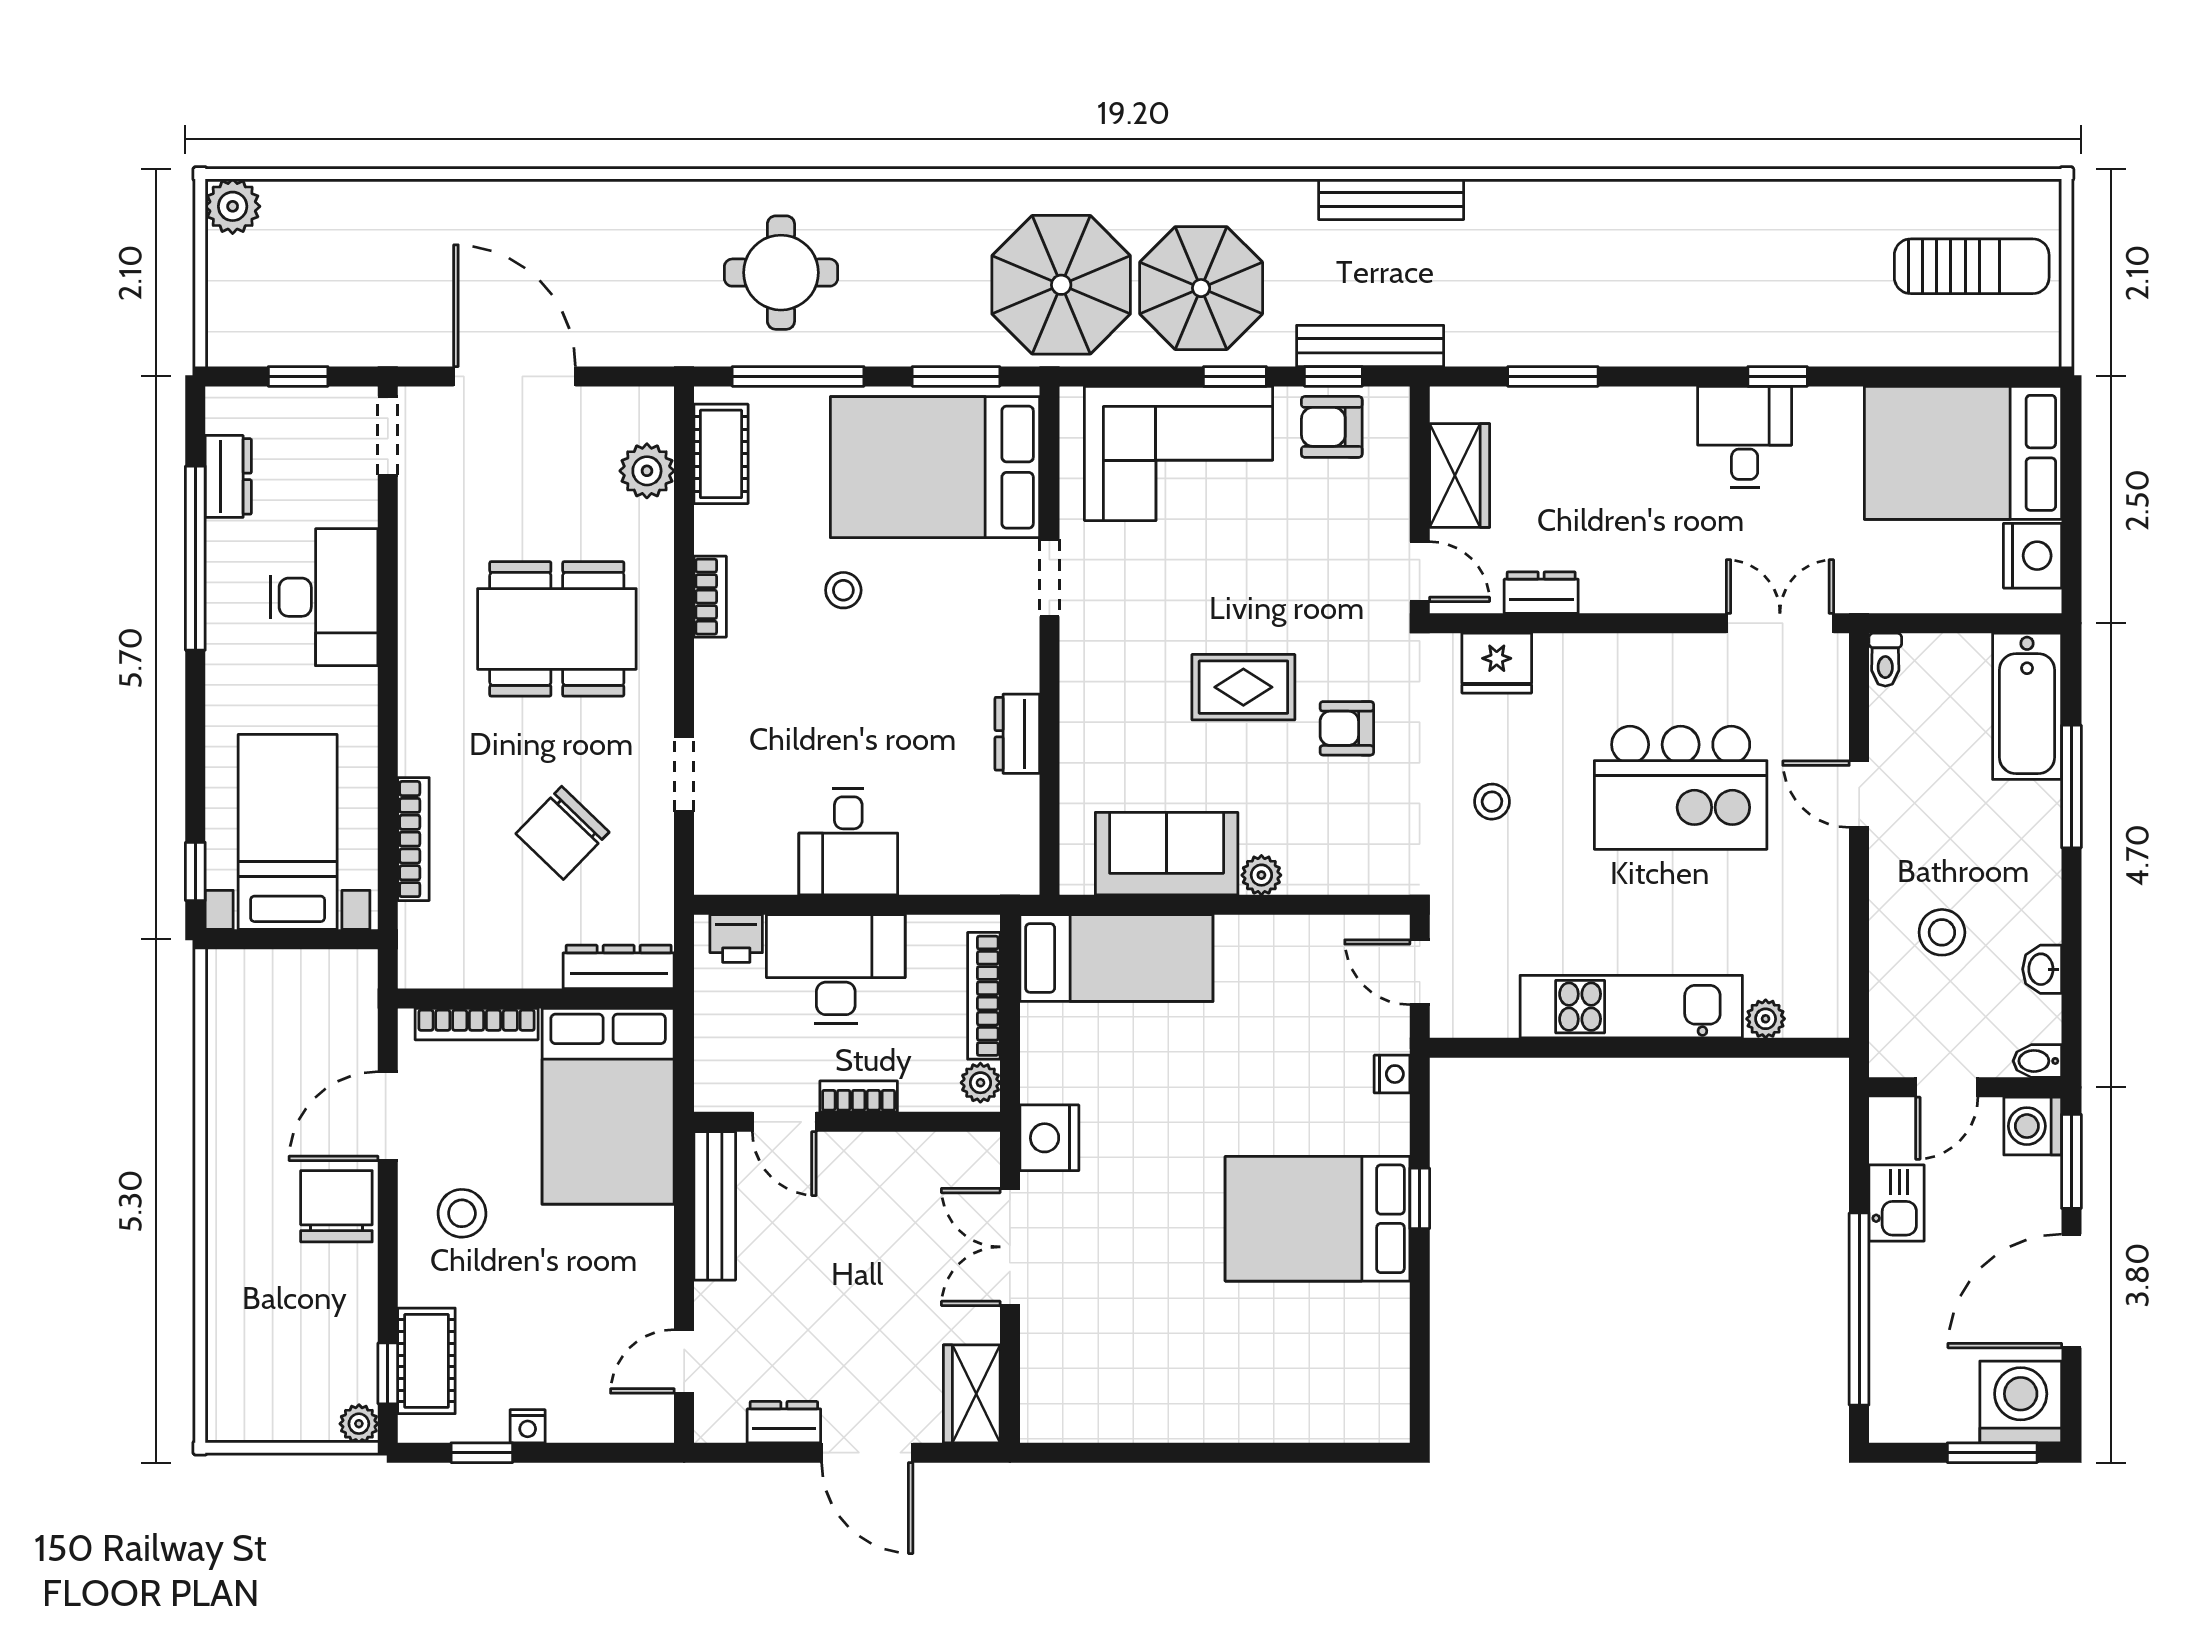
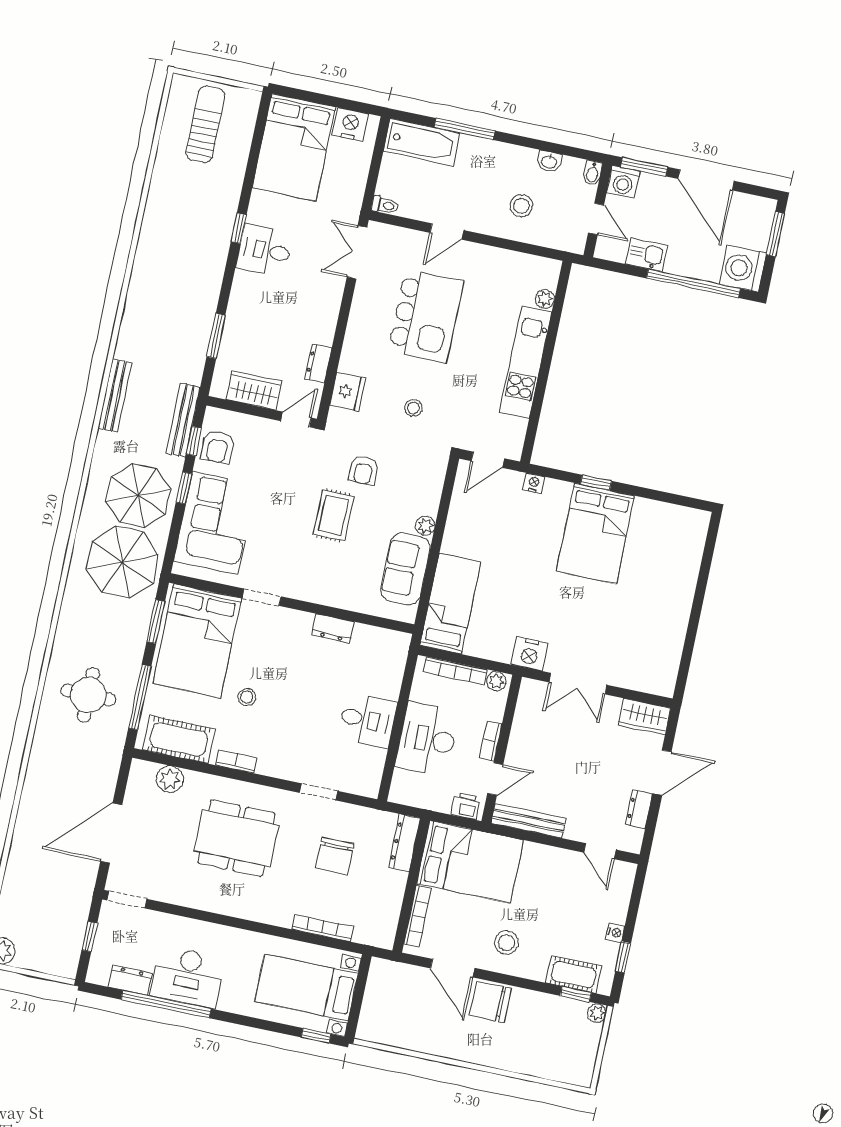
cot: (721, 454) -> (179, 739), width x1.37, depth x1.34
desk: (324, 597) -> (188, 977), moved, turned 180
dining table: (557, 629) -> (236, 838), turned 90
chair: (563, 833) -> (335, 856), turned 46
printer: (736, 938) -> (466, 806), moved, turned -90
washing machine: (2021, 1402) -> (743, 268), moved

